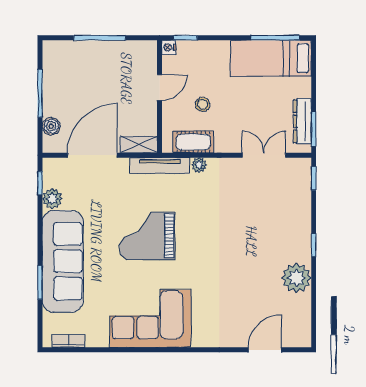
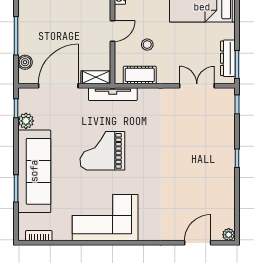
plant: (199, 165) -> (144, 94), removed
plant: (296, 278) -> (229, 235), moved, width x0.53, depth x0.53

